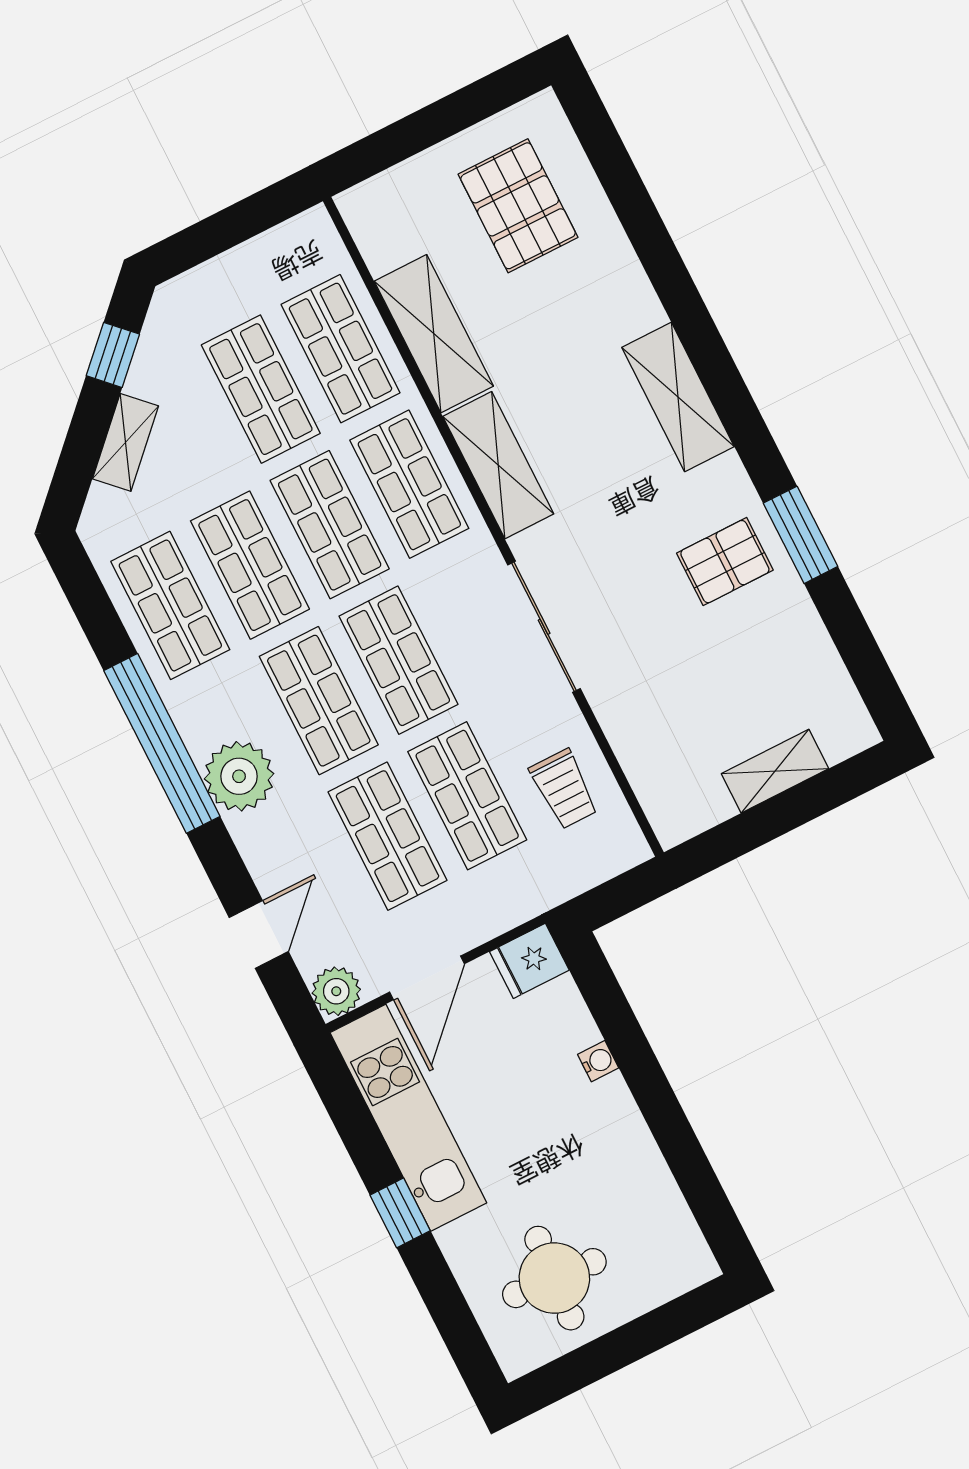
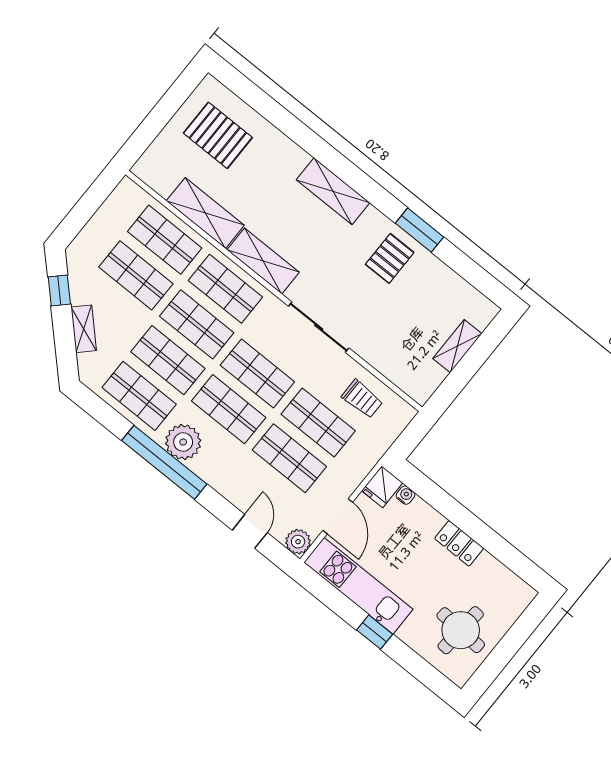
plant: (239, 776) -> (183, 442), moved
water cooler: (598, 1061) -> (406, 495), moved
locker: (621, 1123) -> (459, 543), added

